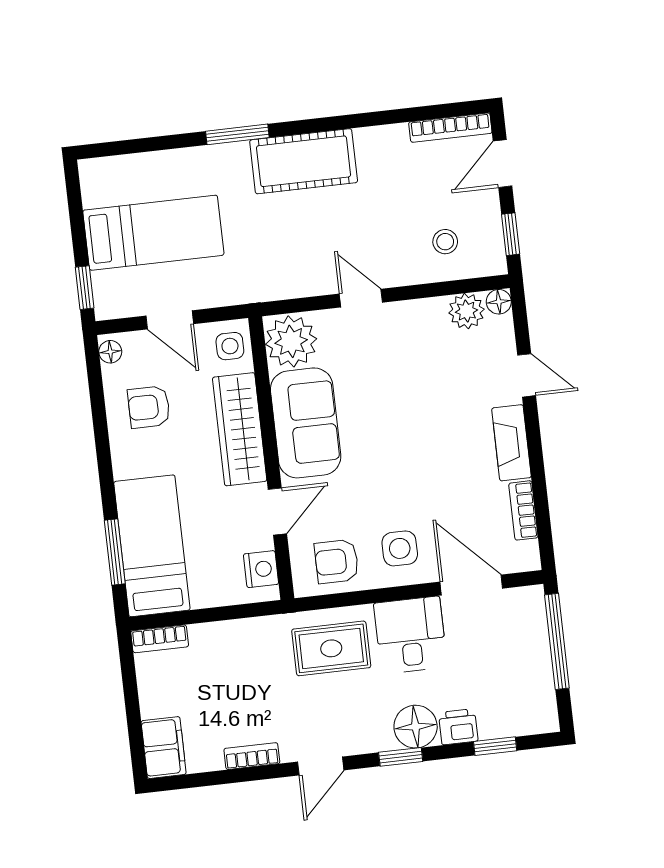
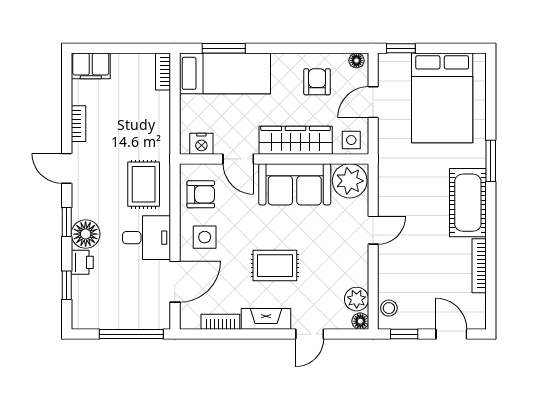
bookcase: (450, 128) -> (479, 266), moved
bed: (153, 233) -> (442, 98), width x1.50
stool: (445, 242) -> (389, 308), moved
rug: (430, 439) -> (275, 266), added
armchair: (337, 562) -> (201, 194), turned 90

